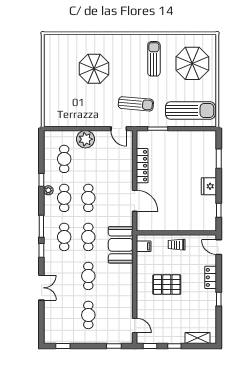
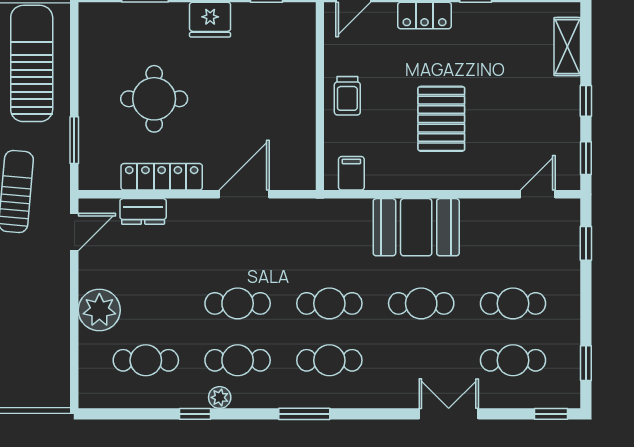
dresser: (127, 158) -> (143, 211), added
round table: (175, 162) -> (154, 99), added
booth: (121, 245) -> (416, 227), moved
window: (41, 250) -> (551, 414), moved
cafe table: (64, 315) -> (513, 360), added

